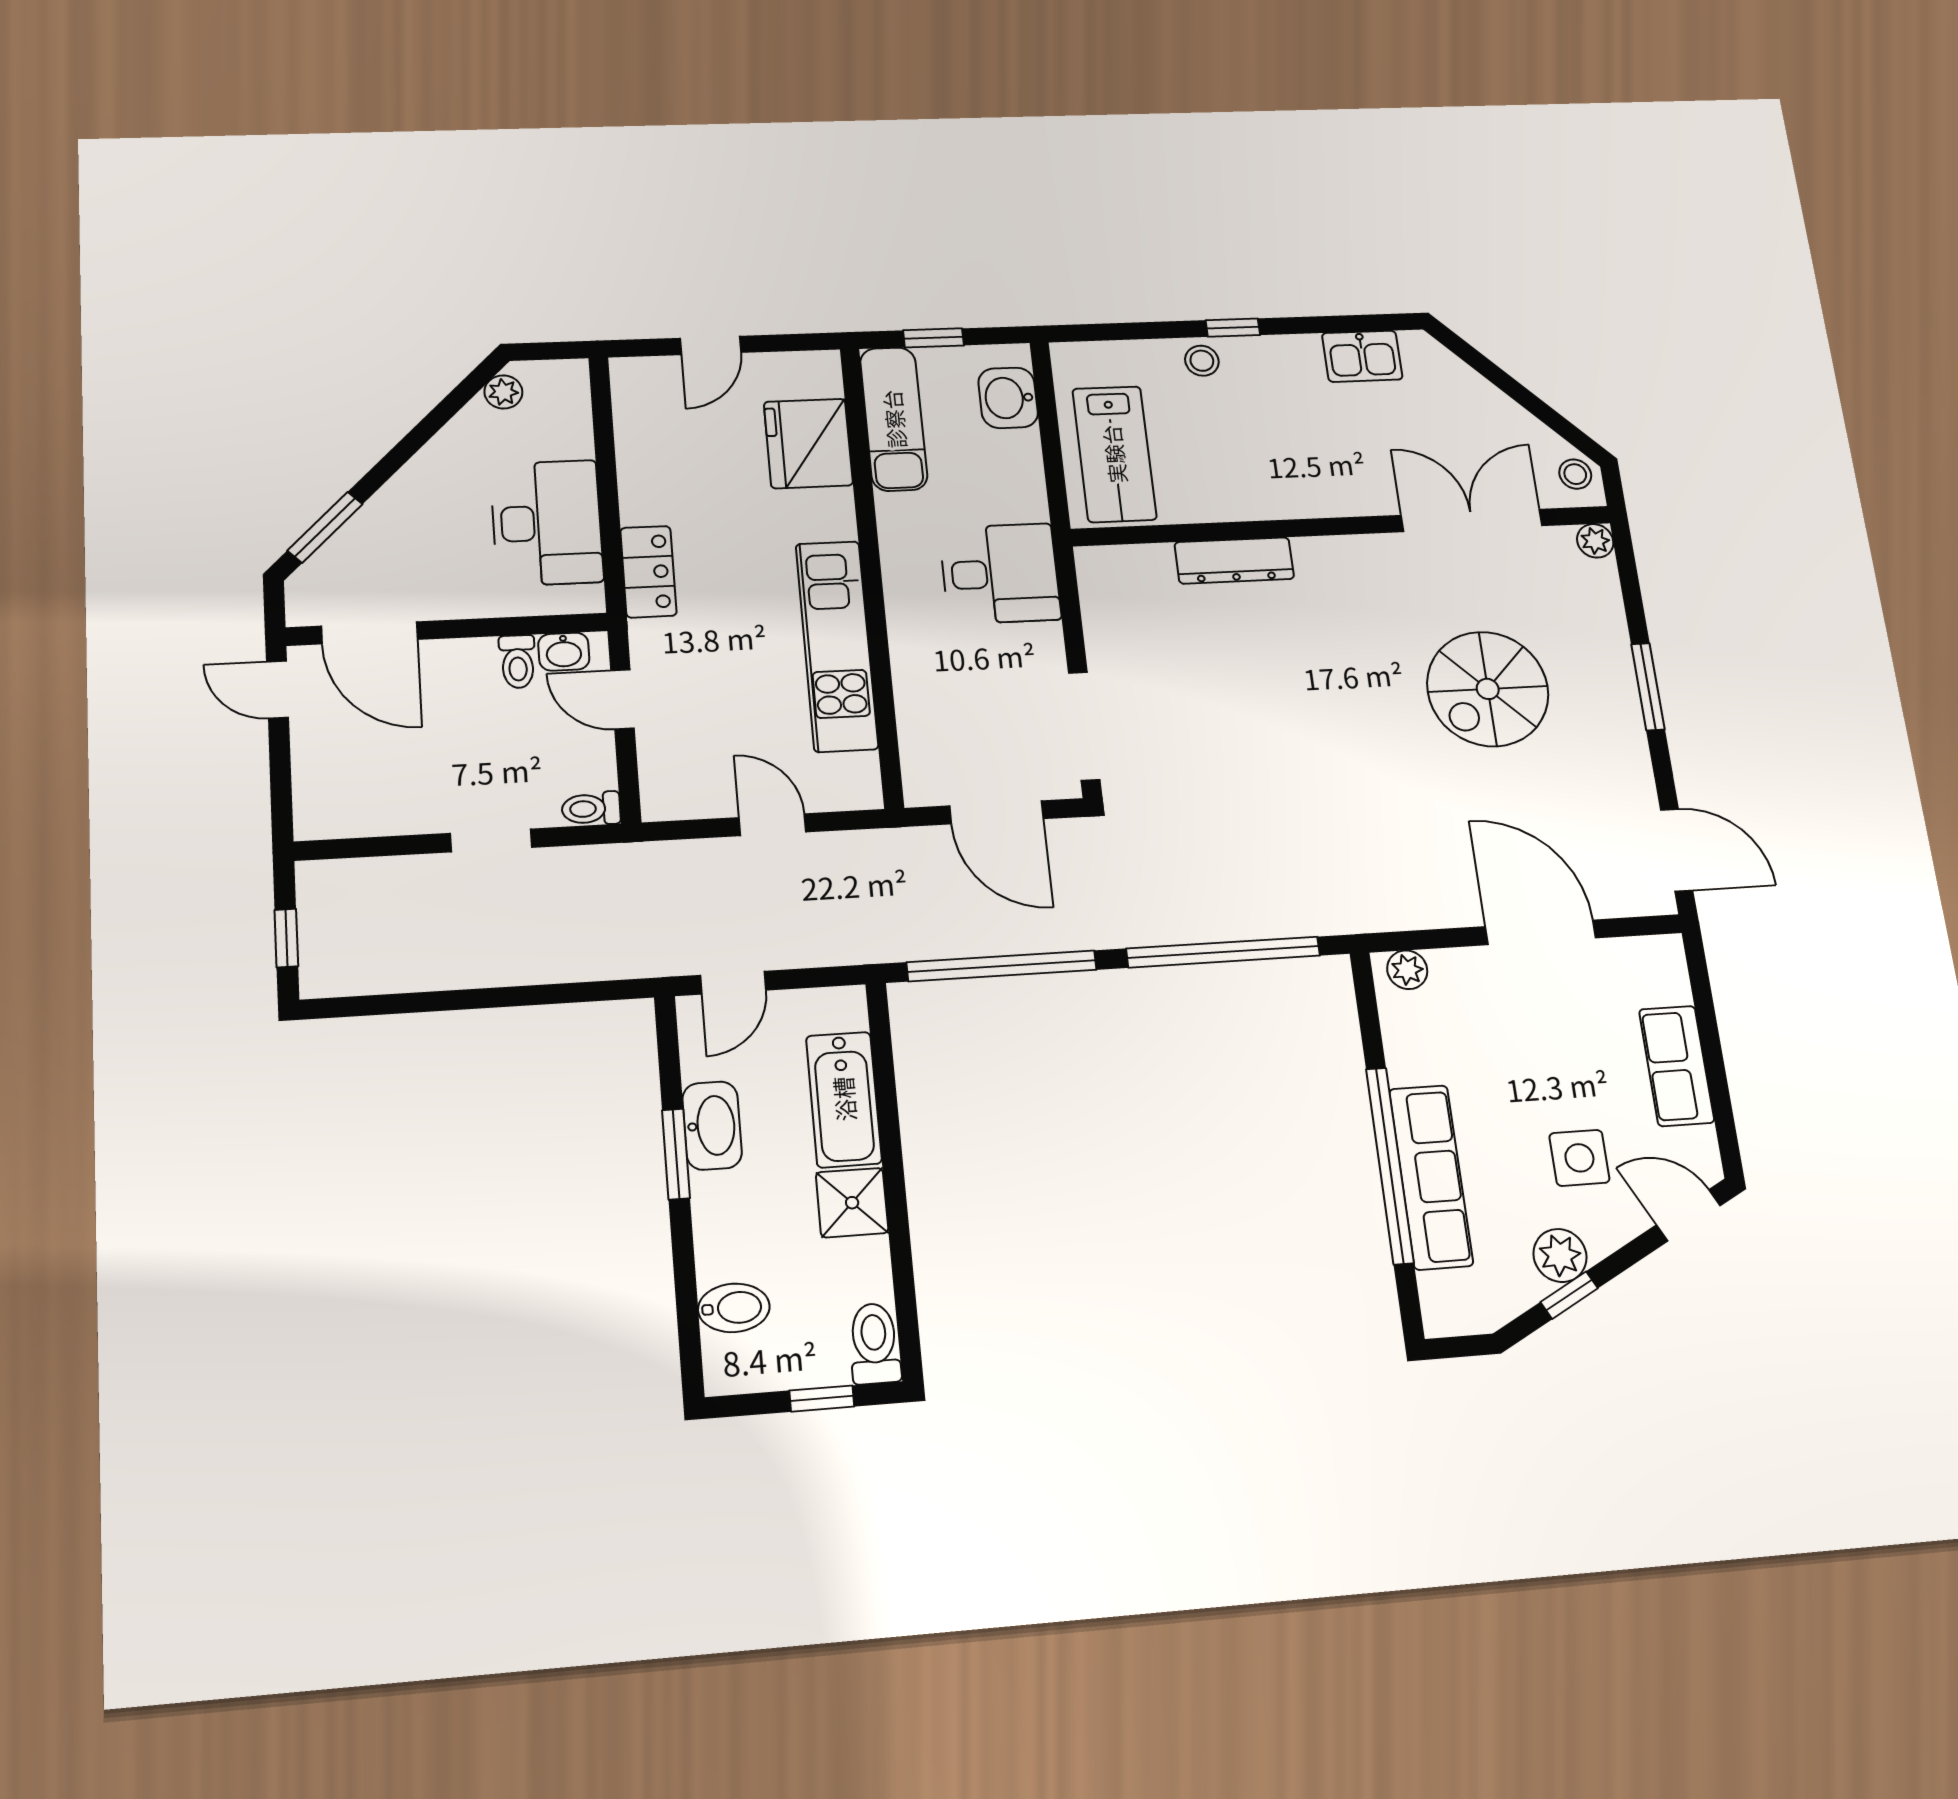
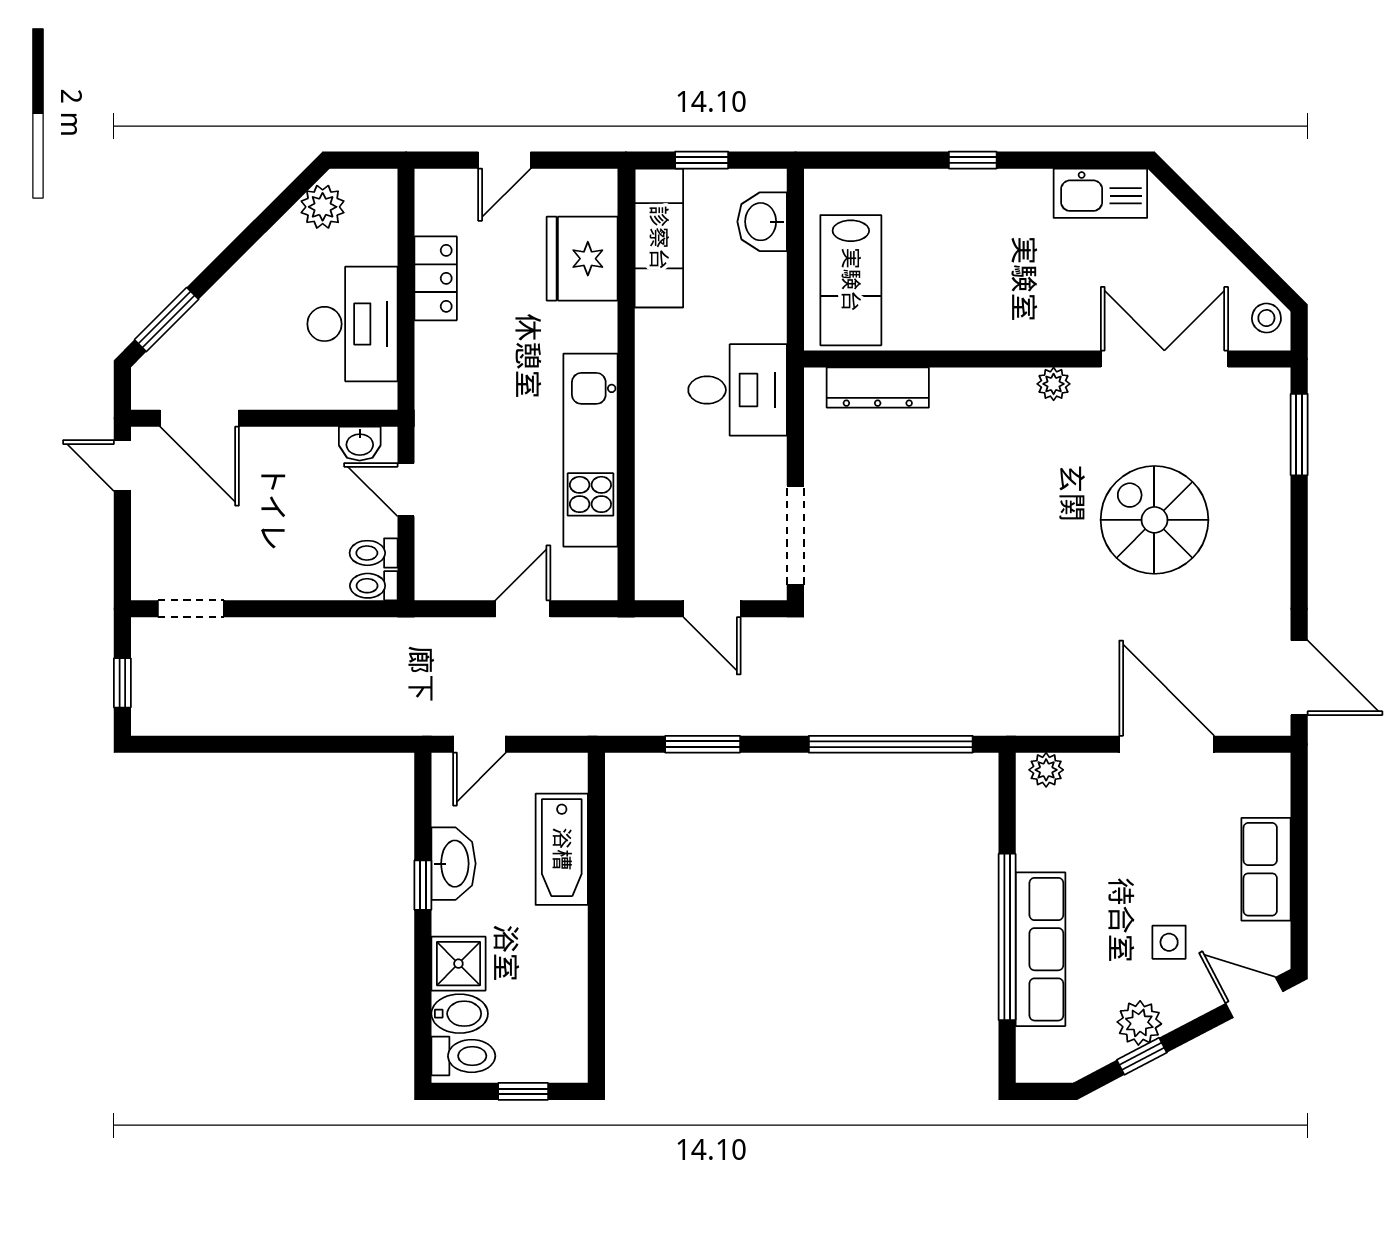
kitchen sink: (1362, 356) -> (1100, 193), width x1.38
stool: (1202, 361) -> (940, 192), removed
plant: (503, 392) -> (323, 207), width x1.38, depth x1.38
plant: (1595, 541) -> (1054, 384), moved
dresser: (1234, 561) -> (878, 387), moved
locker: (648, 572) -> (436, 278), moved
toilet: (518, 662) -> (374, 553), moved, turned 90
window: (1648, 687) -> (1299, 435), moved
spiral stairs: (1488, 689) -> (1154, 520), turned 90
door: (996, 812) -> (712, 609), width x0.73
door: (772, 825) -> (523, 609), hinge flipped
doorway: (491, 840) -> (191, 609), moved
window: (1002, 966) -> (703, 744), width x0.47
window: (676, 1154) -> (423, 885), width x0.67
side table: (1579, 1158) -> (1169, 942), width x0.73, depth x0.73
shower: (852, 1203) -> (458, 964), moved
toilet: (874, 1343) -> (463, 1056), moved, turned 90

